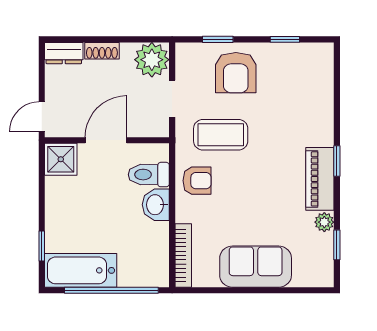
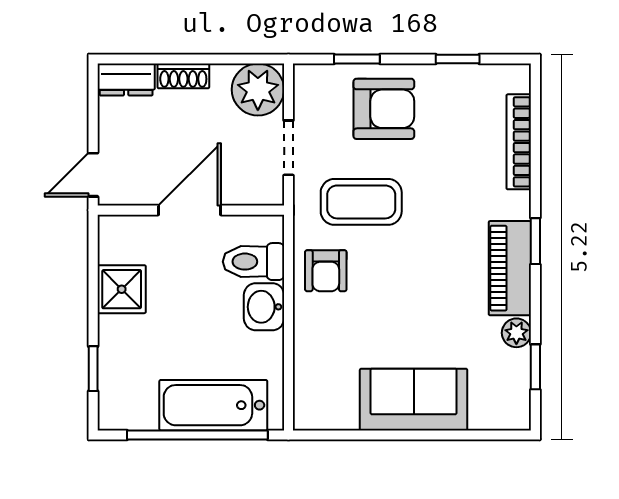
armchair: (236, 73) -> (384, 109), turned -90
shower: (61, 159) -> (122, 289), moved
armchair: (197, 181) -> (326, 271), turned 90
bookcase: (183, 256) -> (519, 142), moved, turned 180
bathtub: (81, 270) -> (213, 405), moved

